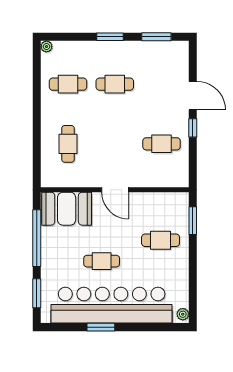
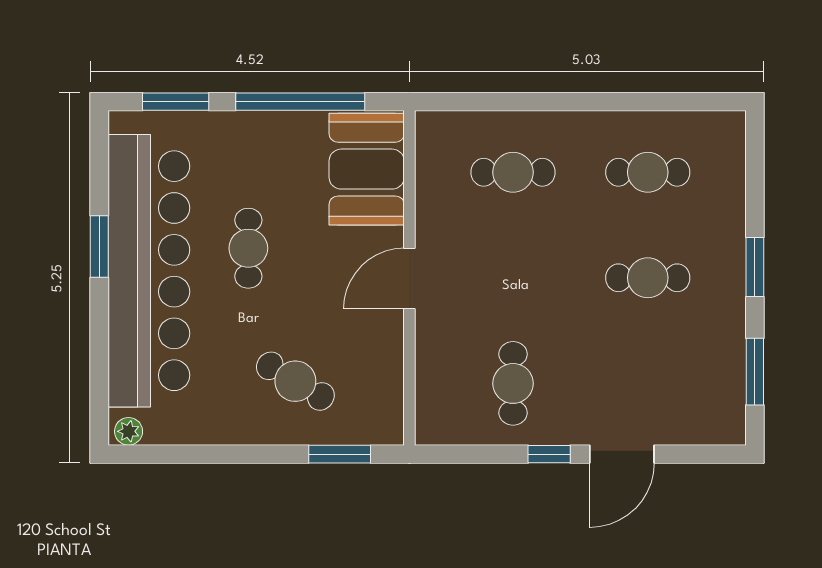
plant: (46, 47) -> (733, 124), removed
cafe table: (68, 84) -> (648, 172), turned 90
cafe table: (115, 84) -> (648, 278), turned 90
cafe table: (161, 240) -> (295, 381), turned -59

